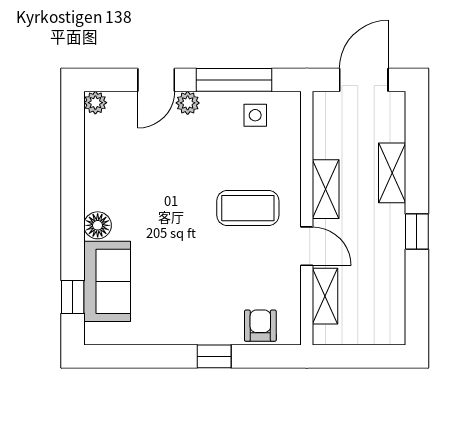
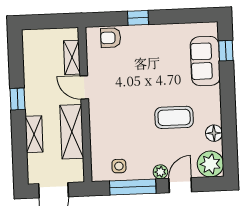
plant: (95, 103) -> (210, 164), width x1.87, depth x1.87
shelving: (326, 189) -> (72, 132), width x1.50, depth x1.33
coffee table: (248, 208) -> (174, 117), moved
floor lamp: (98, 225) -> (214, 133), moved
armchair: (260, 326) -> (111, 38), turned 90

